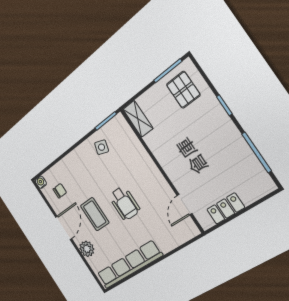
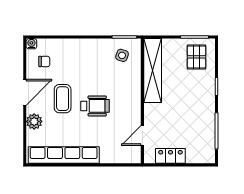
shelving: (138, 119) -> (153, 71), width x2.20, depth x1.33
side table: (102, 147) -> (122, 55), moved
wheelchair: (124, 203) -> (95, 106), turned -90

